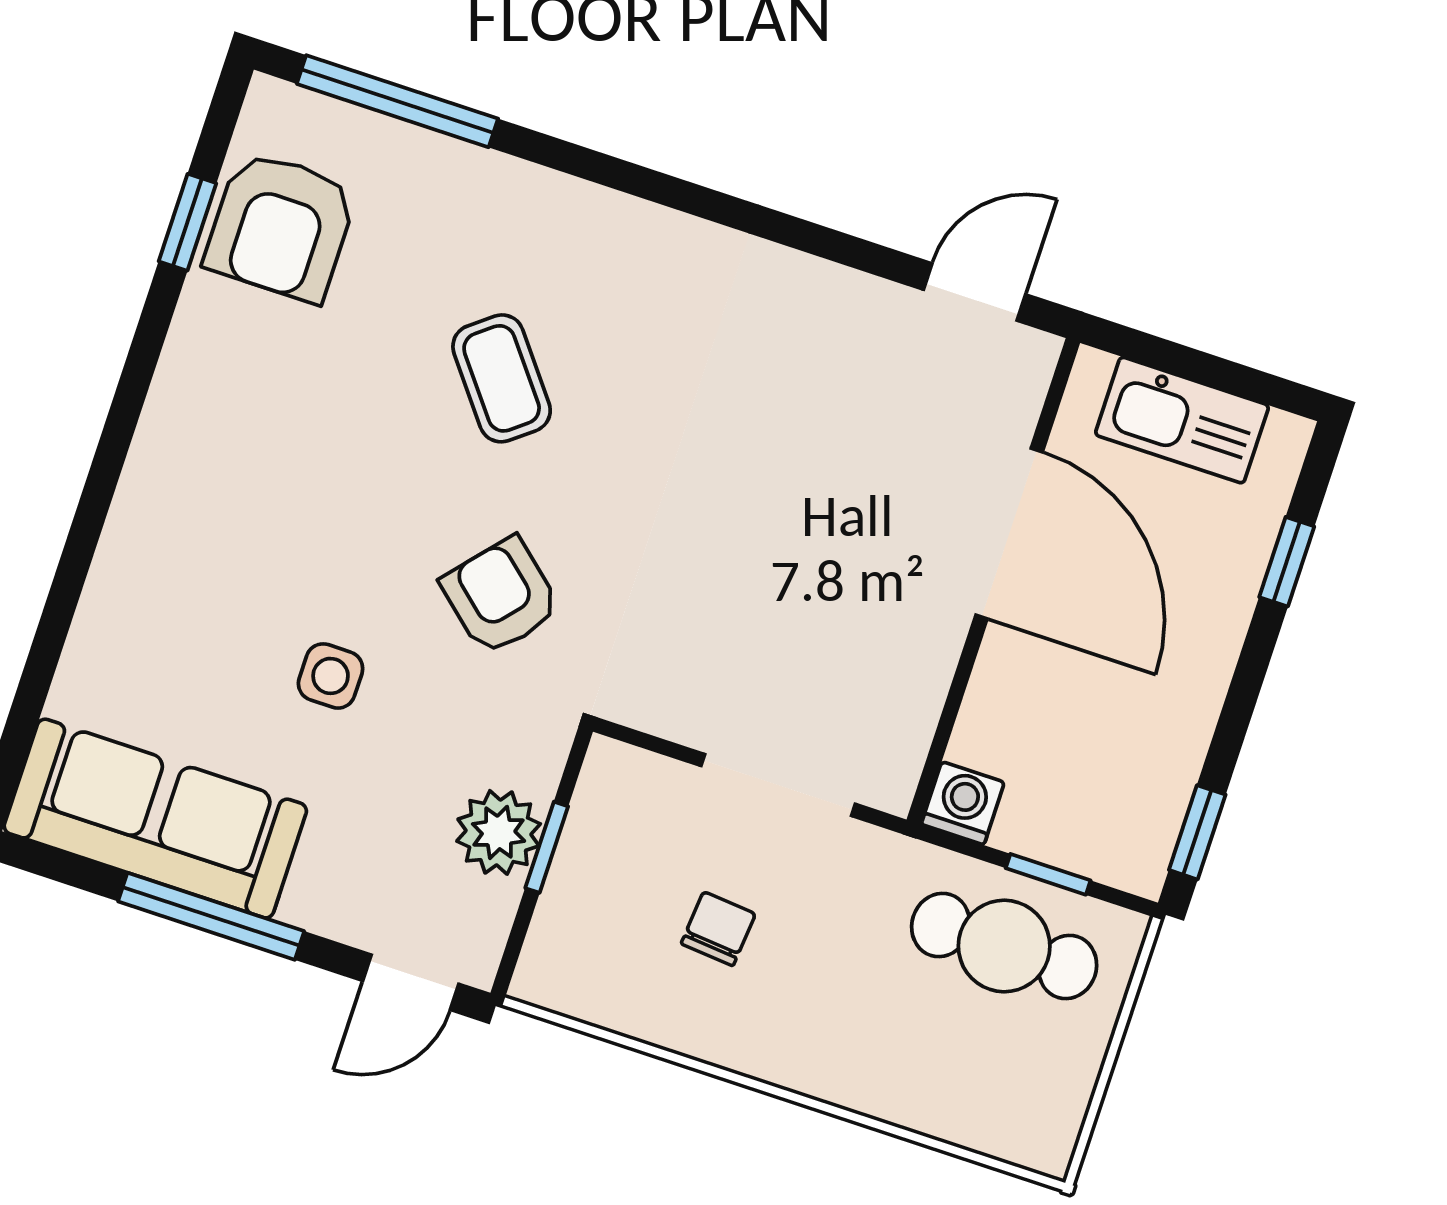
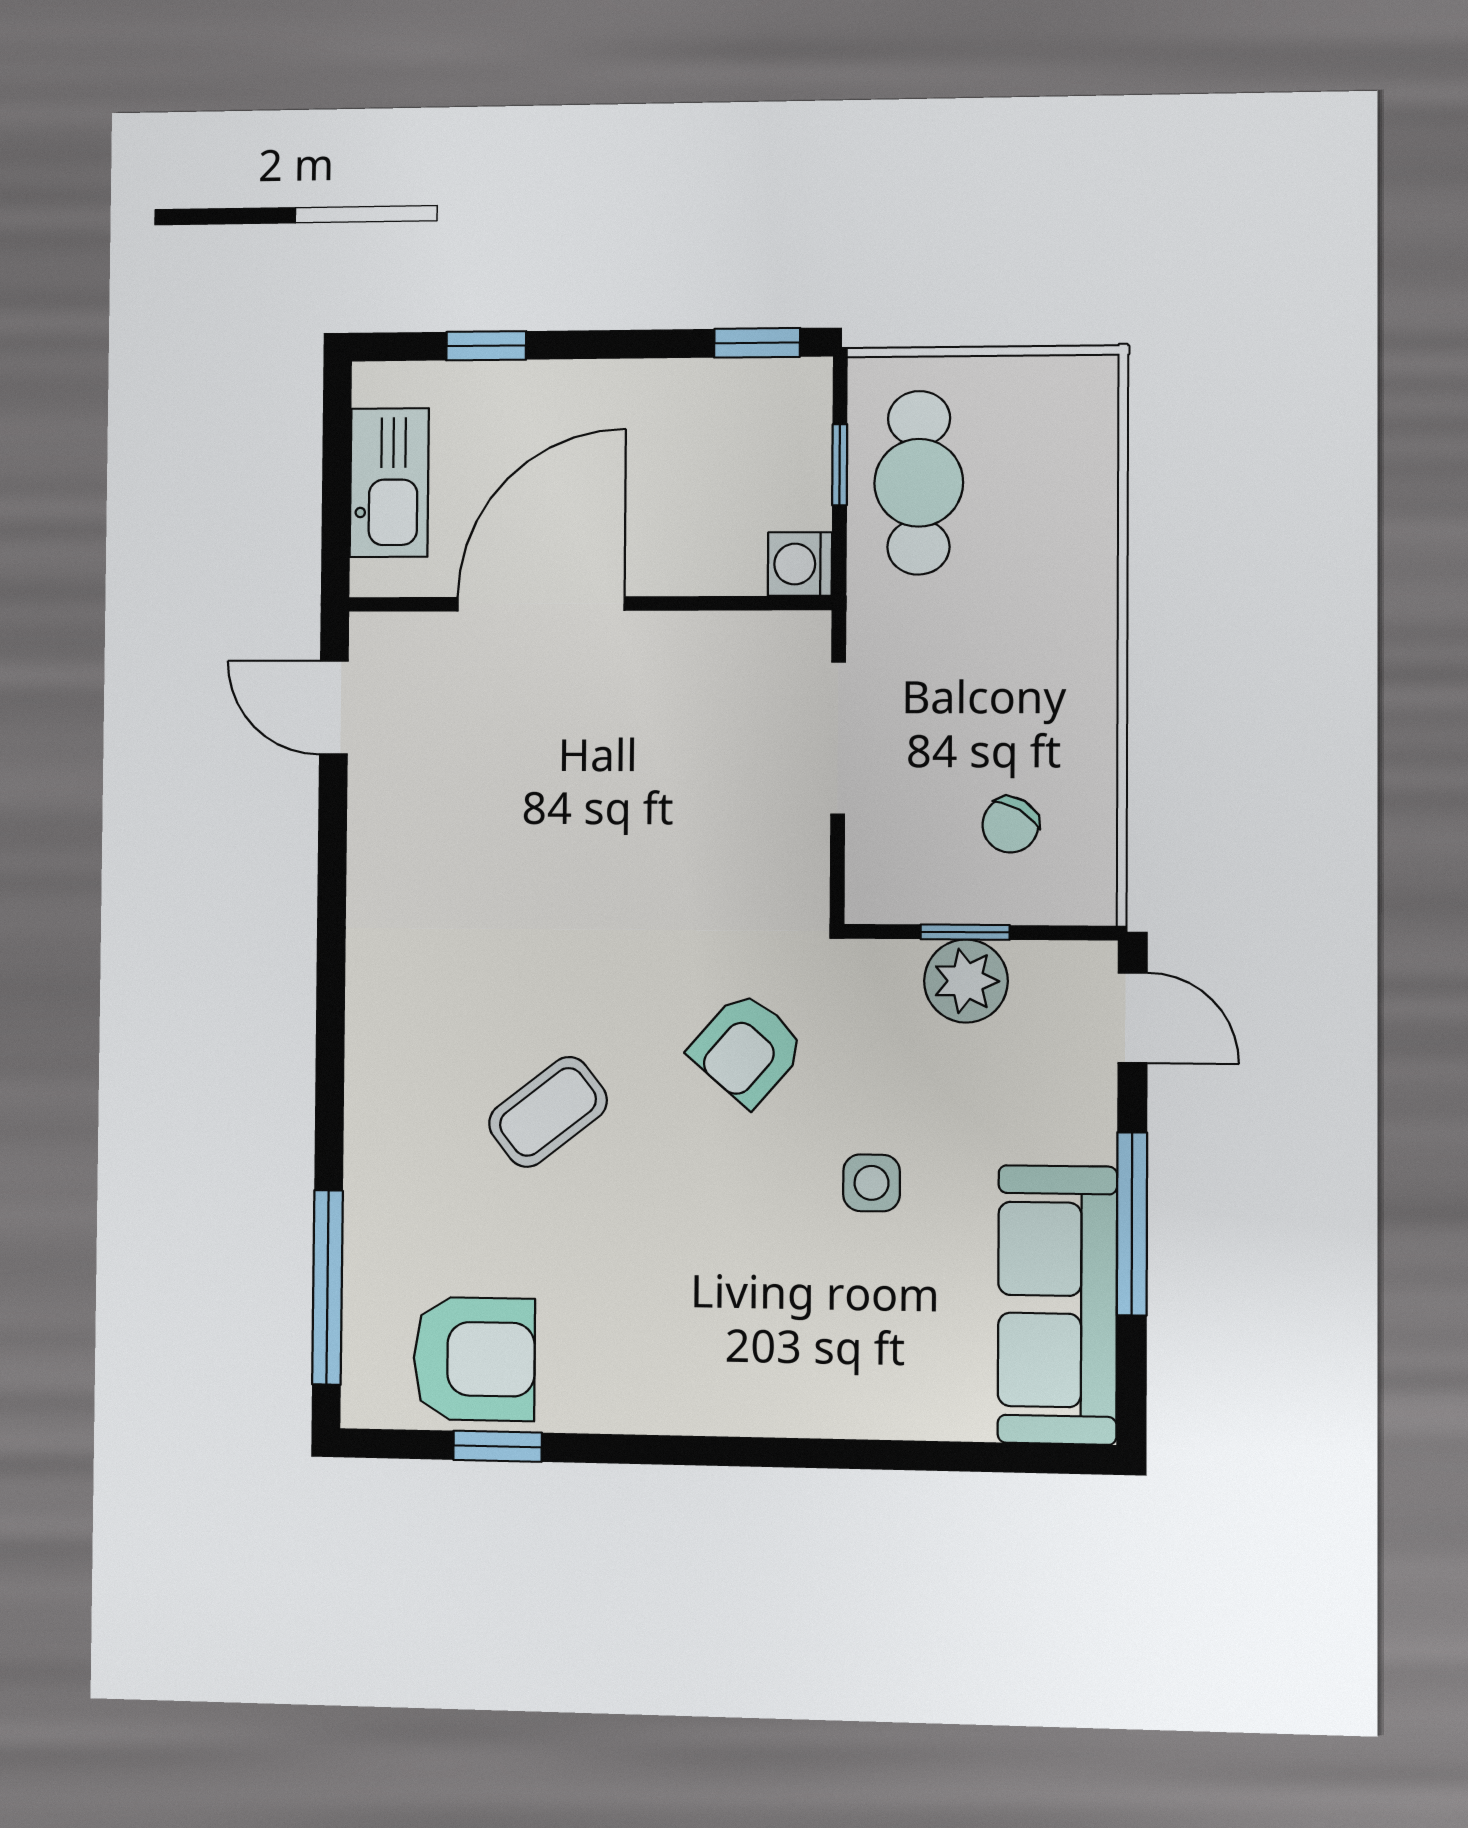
chair: (718, 929) -> (1010, 825), moved, turned -64

